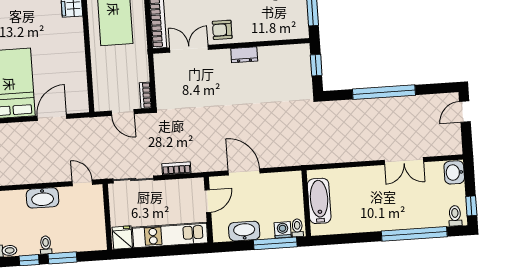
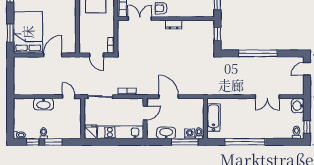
window: (414, 234) -> (245, 142), moved

